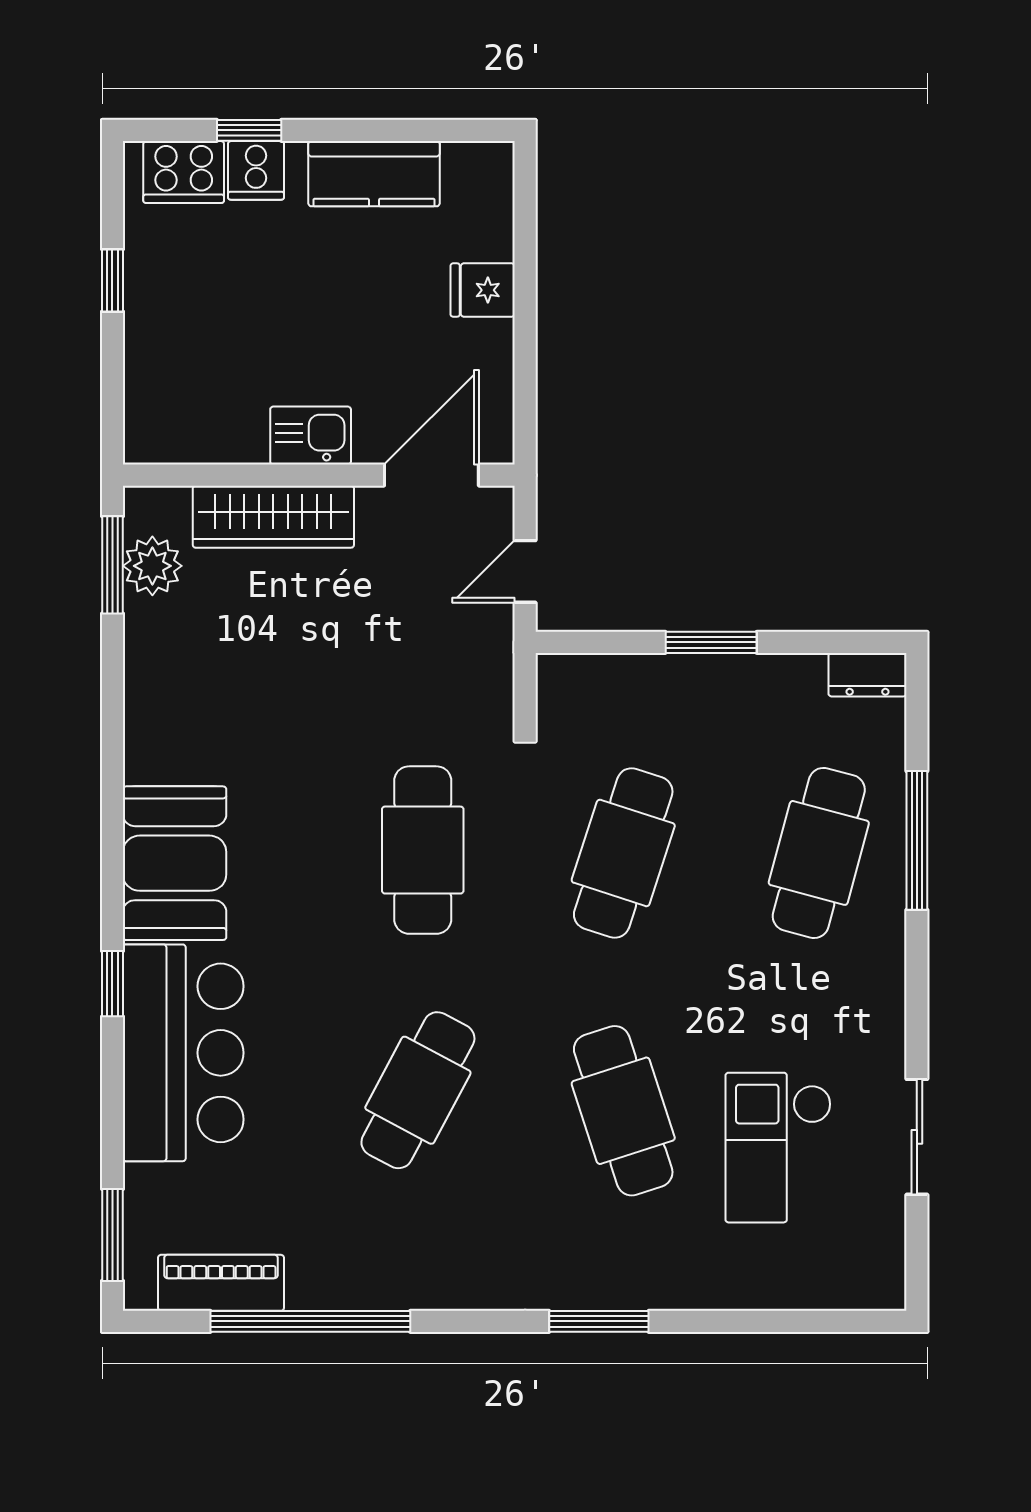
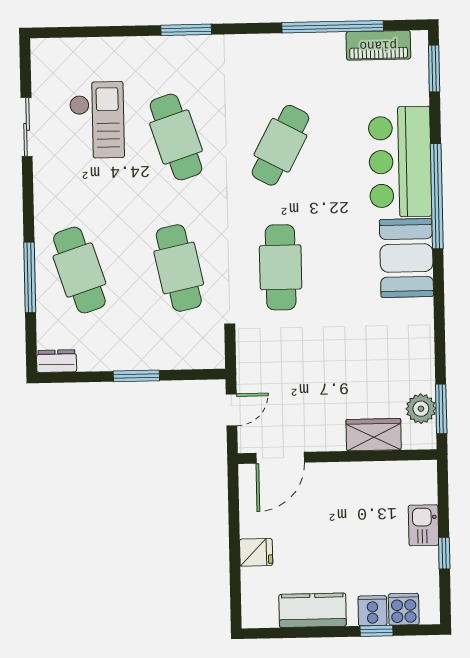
cooker: (184, 172) -> (404, 609), width x0.73
kitchen sink: (311, 436) -> (423, 525), moved, turned 90
wardrobe: (273, 517) -> (374, 435), width x0.67
cafe table: (623, 853) -> (179, 268), turned -30
cafe table: (819, 853) -> (79, 270), turned -33
window: (112, 984) -> (437, 196), width x3.17

